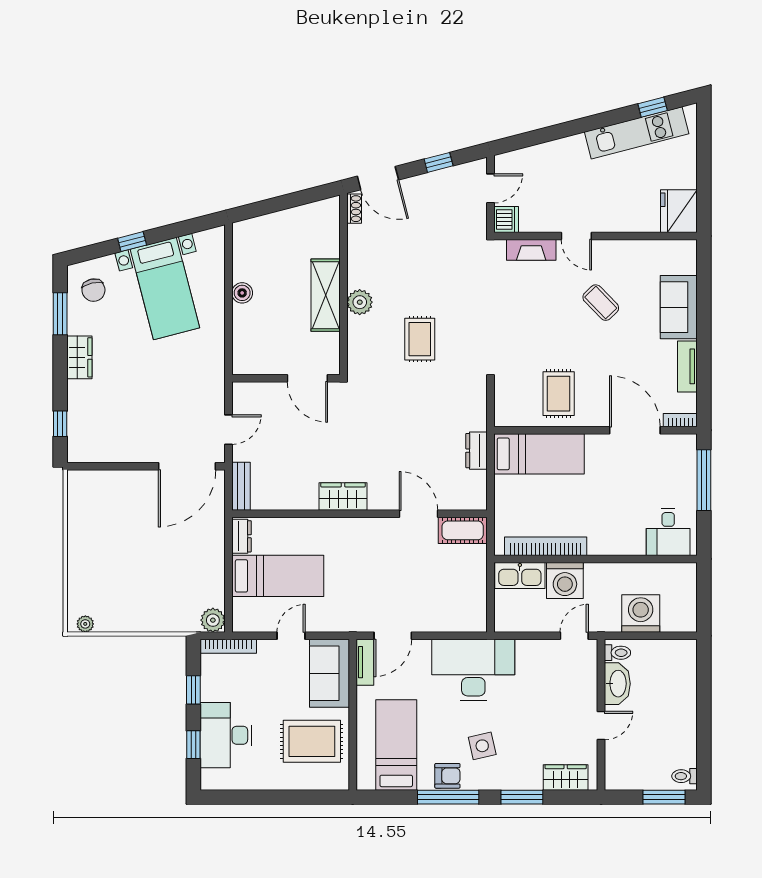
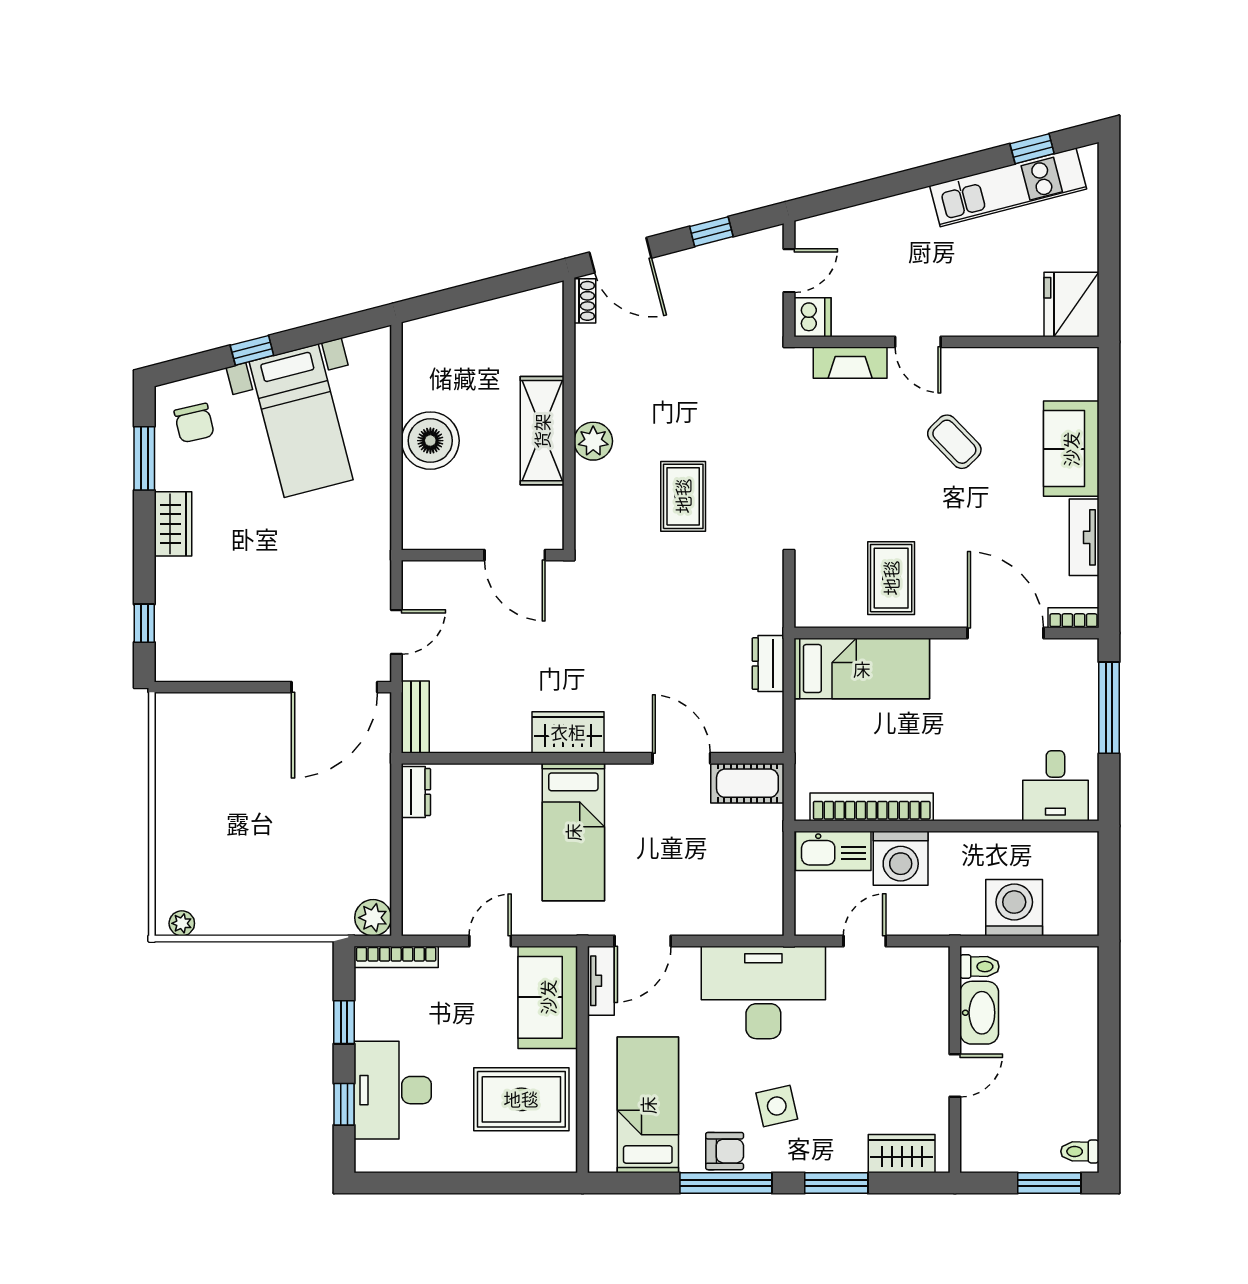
boiler: (242, 293) -> (430, 441), width x1.86, depth x1.86
bed: (278, 576) -> (573, 832), moved, turned 90
door: (574, 636) -> (865, 941), moved

